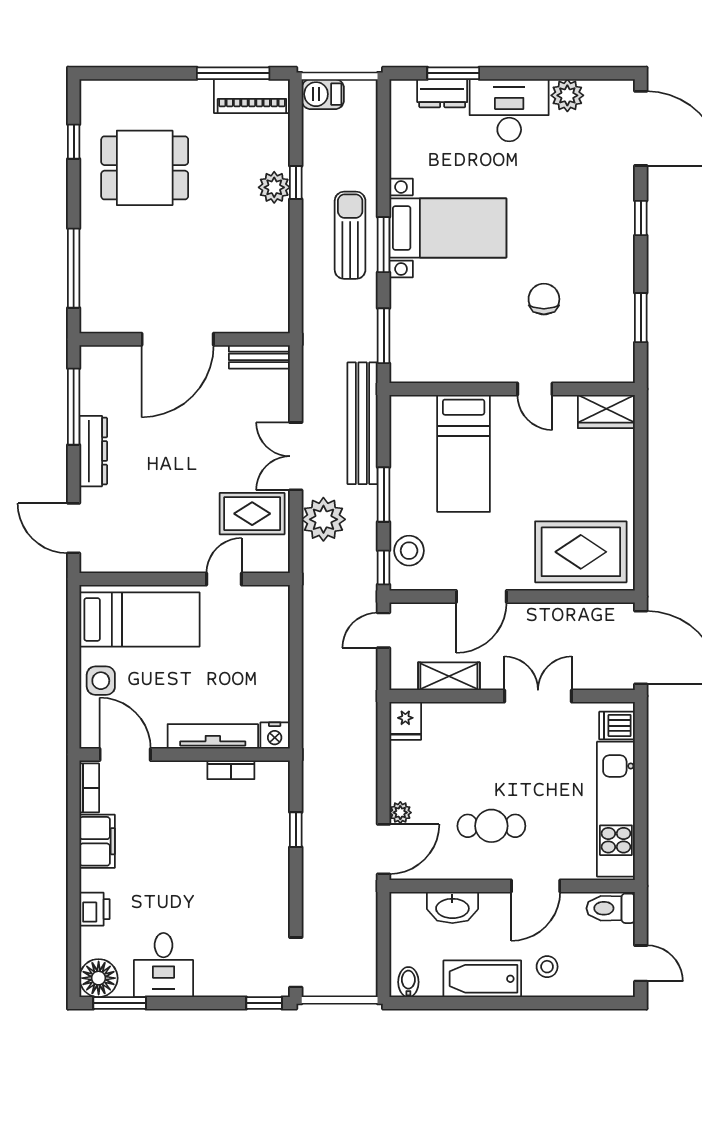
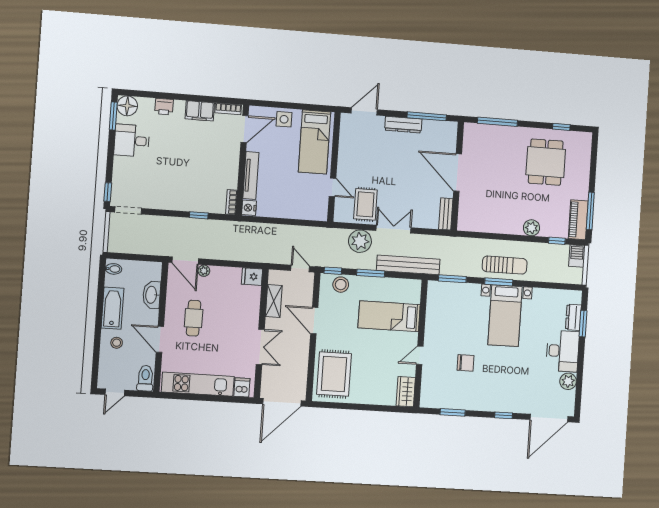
window: (296, 183) -> (557, 241), moved
bookcase: (231, 770) -> (231, 202), moved

